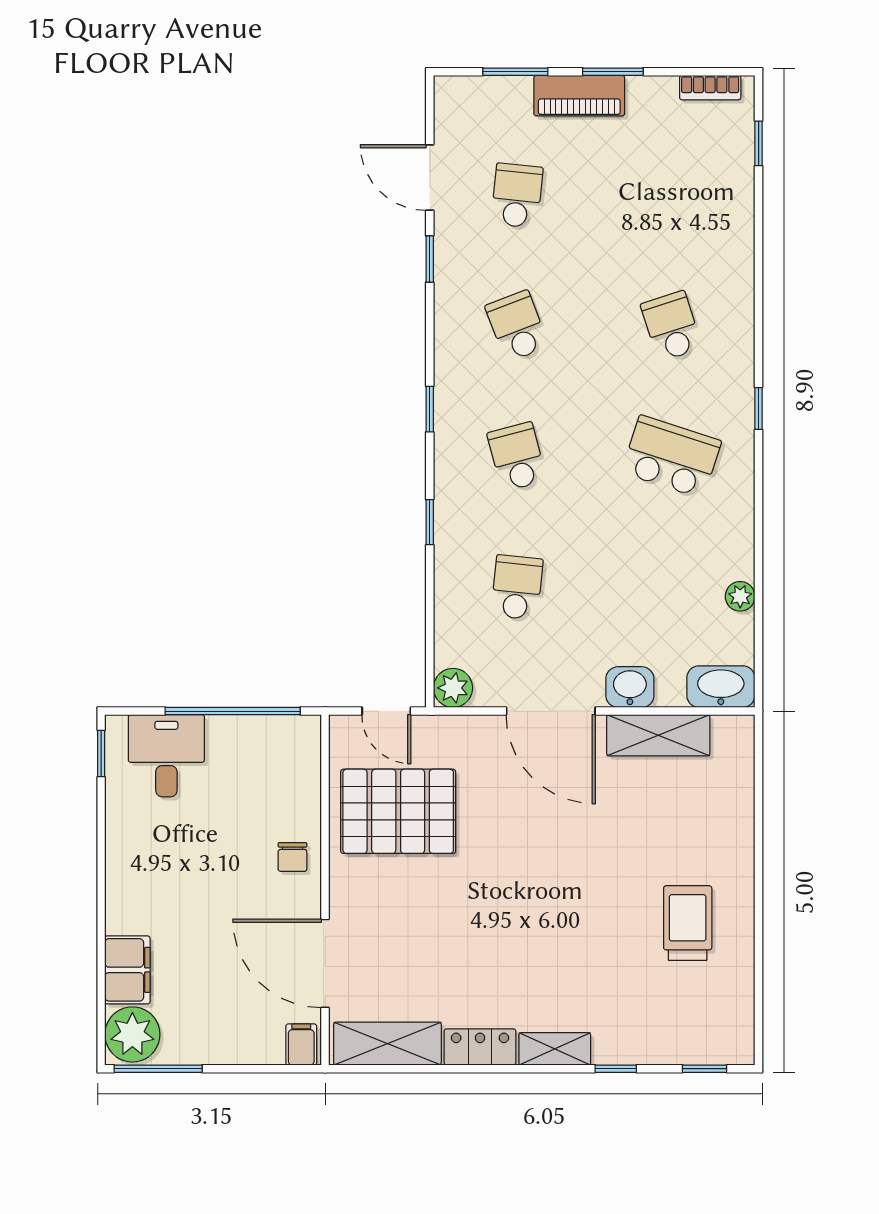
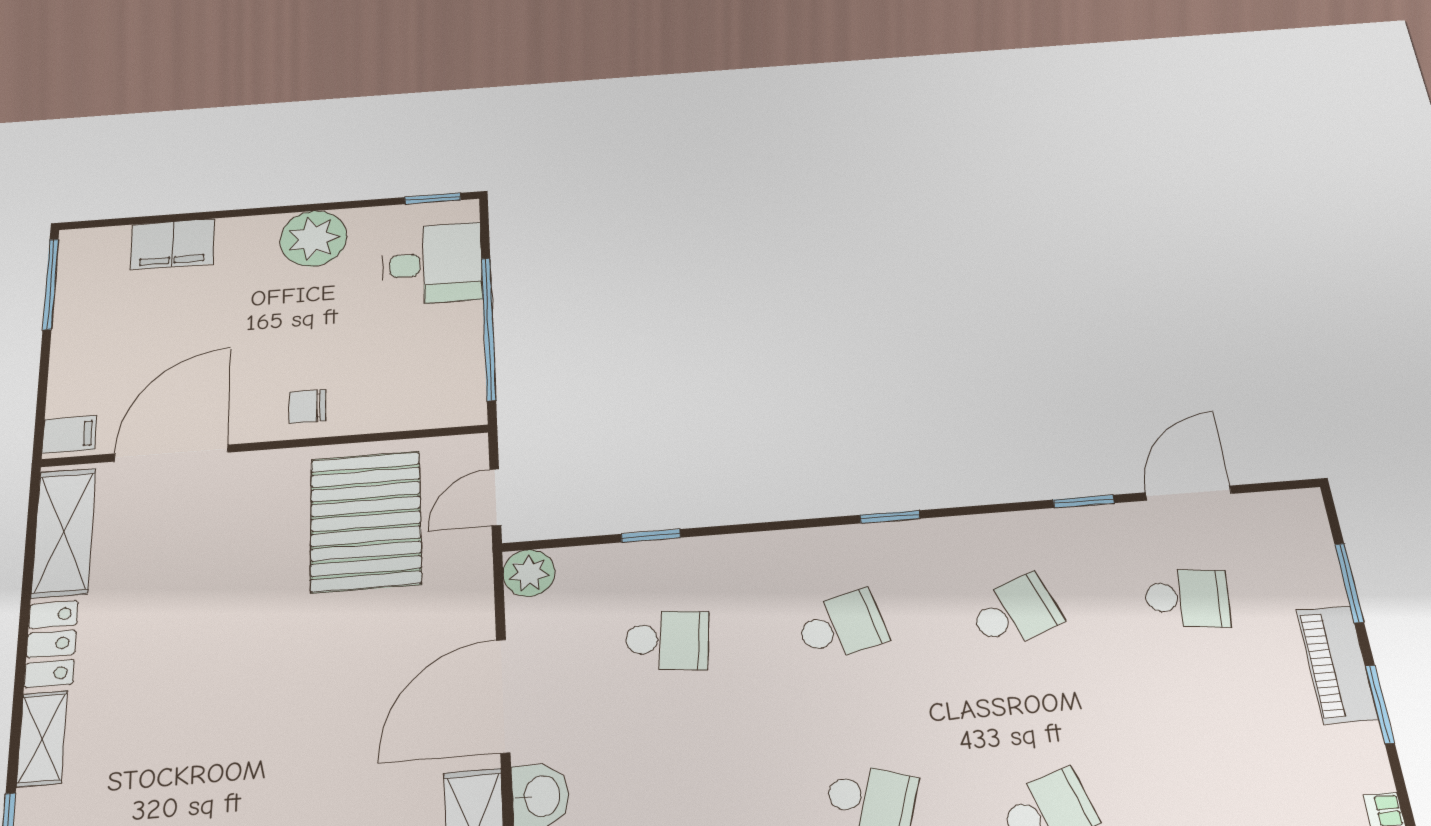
window: (430, 522) -> (651, 536), moved
plant: (132, 1034) -> (313, 238), moved

